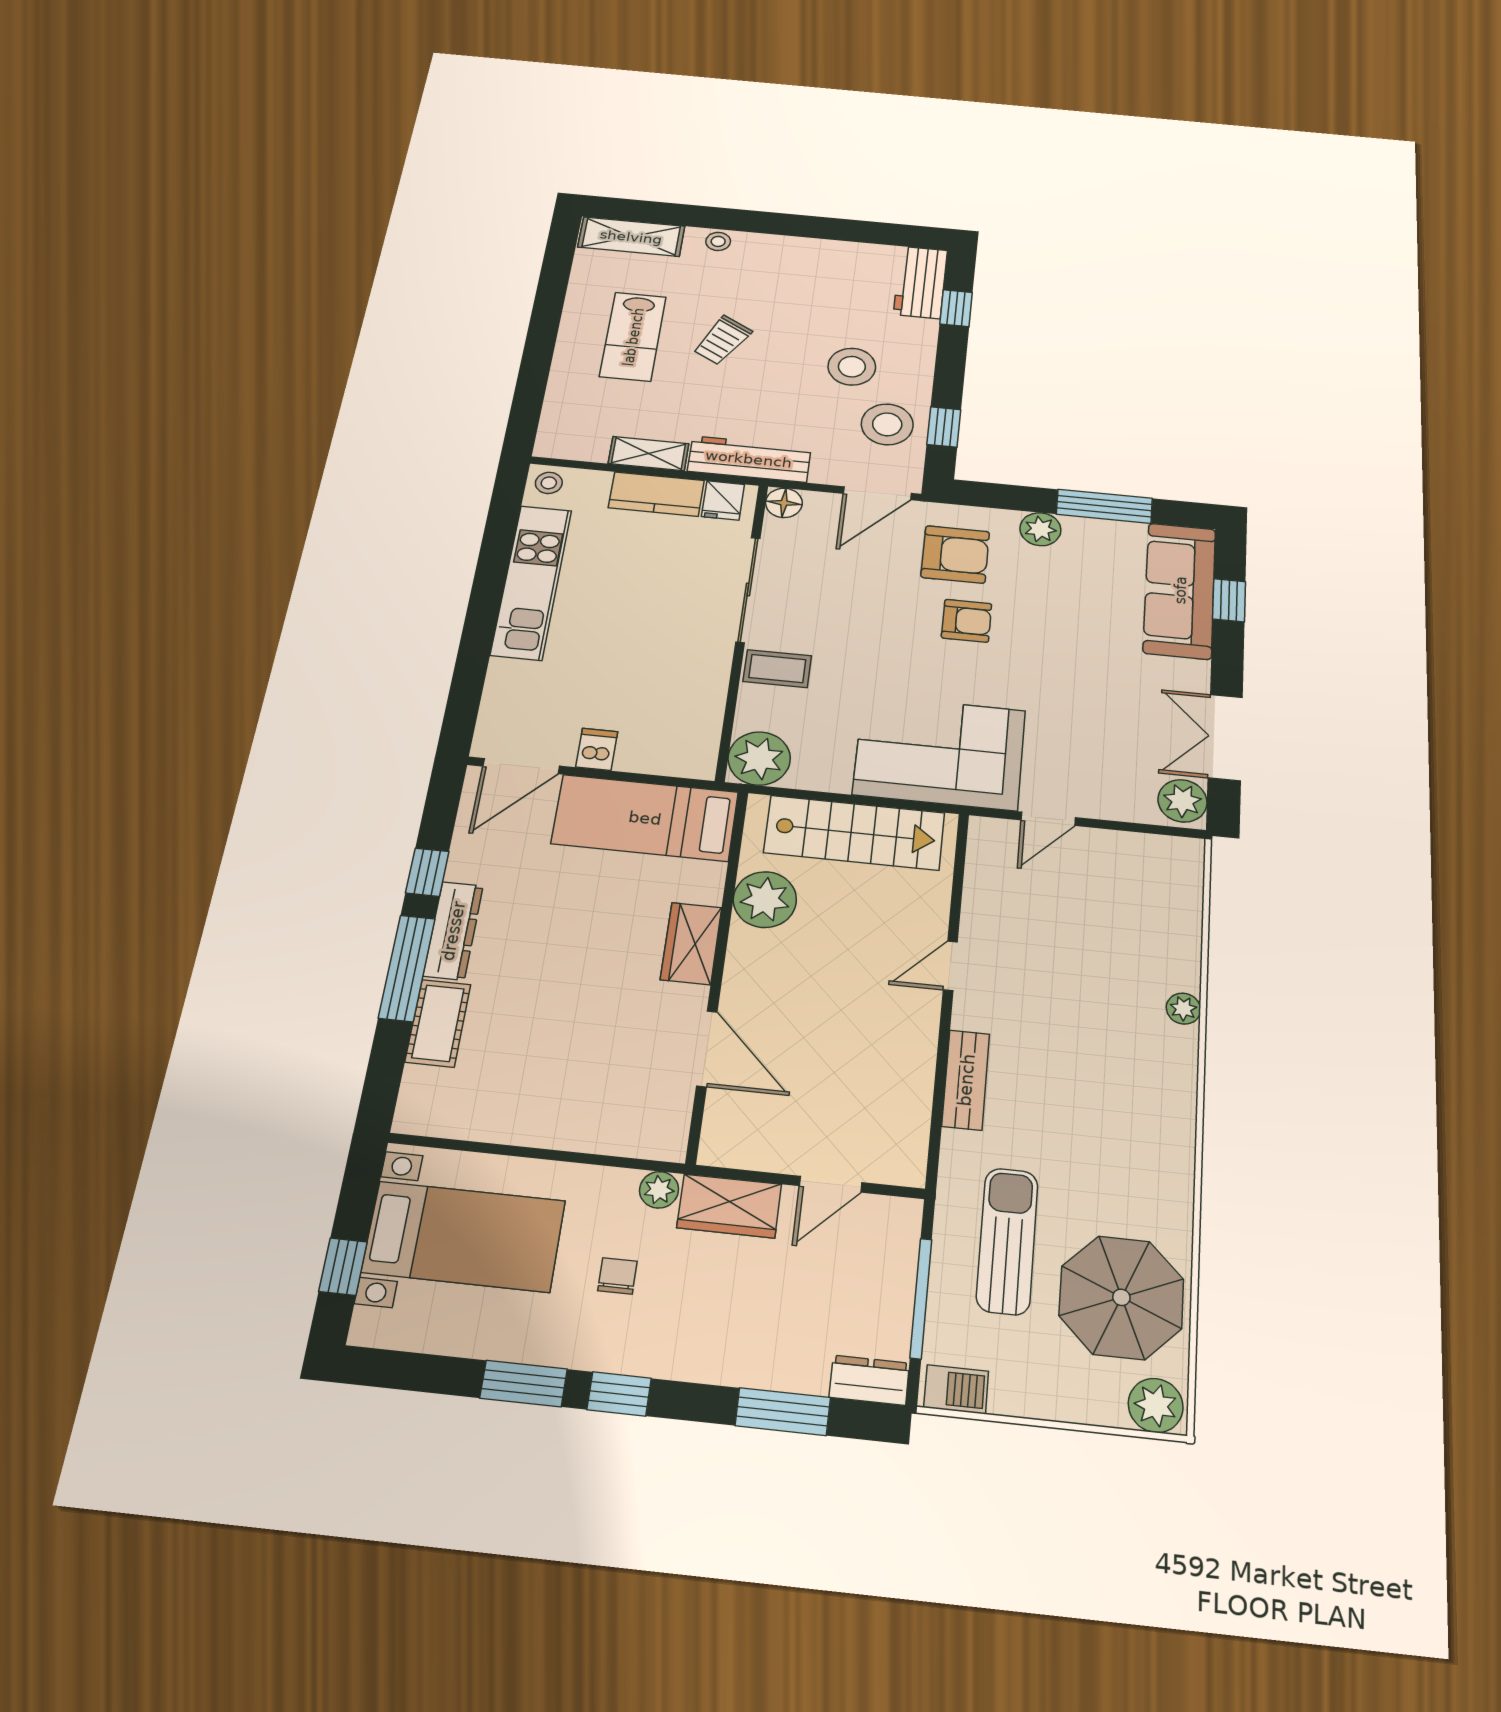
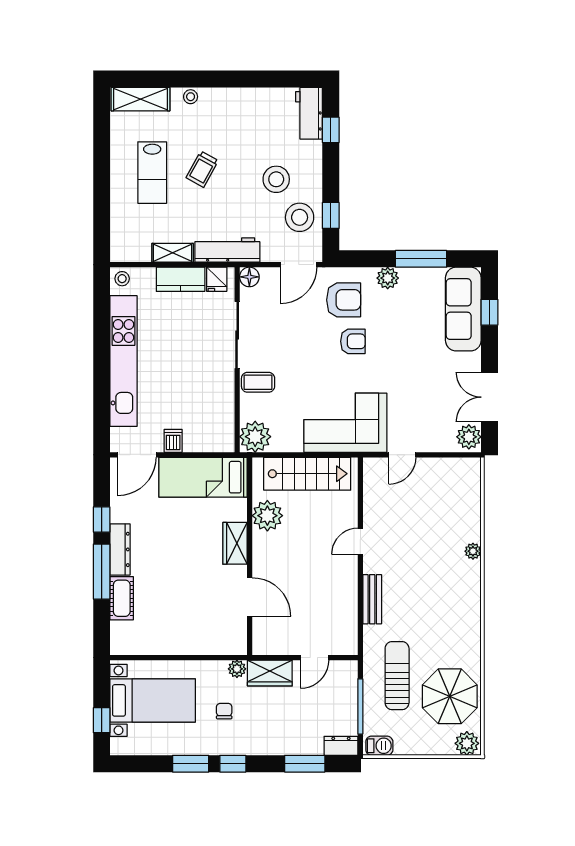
kitchen unit: (531, 582) -> (123, 361), width x1.36

